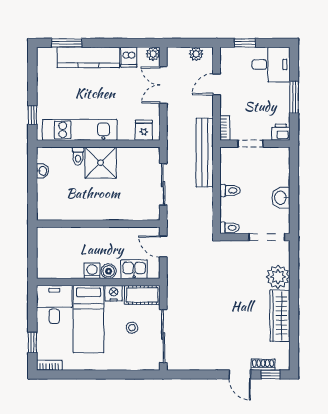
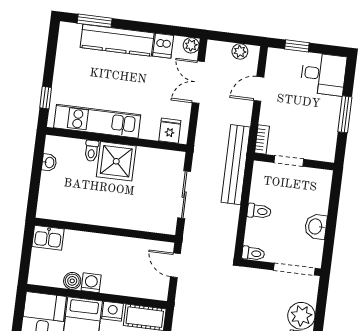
printer: (281, 132) -> (325, 152), removed
kitchen sink: (134, 269) -> (48, 238), moved, turned 180
boiler: (109, 271) -> (72, 281), moved

